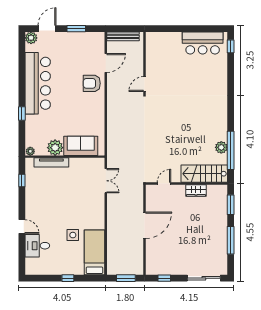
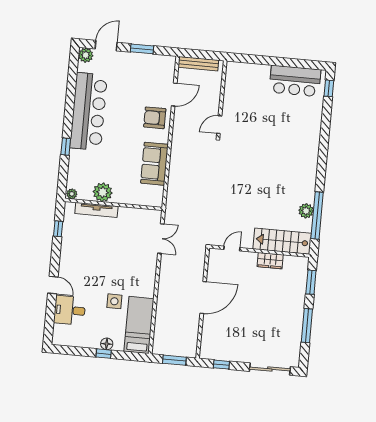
sofa: (81, 146) -> (154, 164), moved, turned -90
floor lamp: (70, 270) -> (107, 344), added

